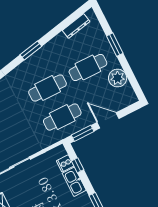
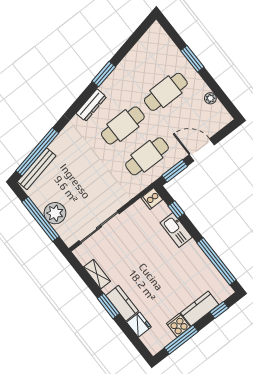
dresser: (76, 26) -> (91, 105), moved
window: (31, 50) -> (104, 74), moved
plant: (118, 78) -> (210, 98), width x0.53, depth x0.53
cooker: (65, 163) -> (152, 199), moved

